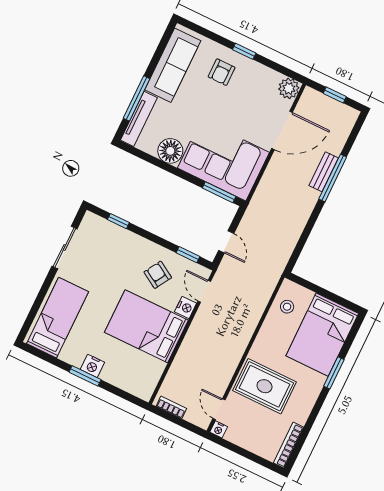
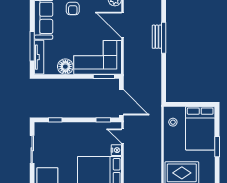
door: (282, 130) -> (122, 25), swing flipped
door: (226, 242) -> (121, 102), width x1.88
armchair: (158, 275) -> (92, 139), removed

